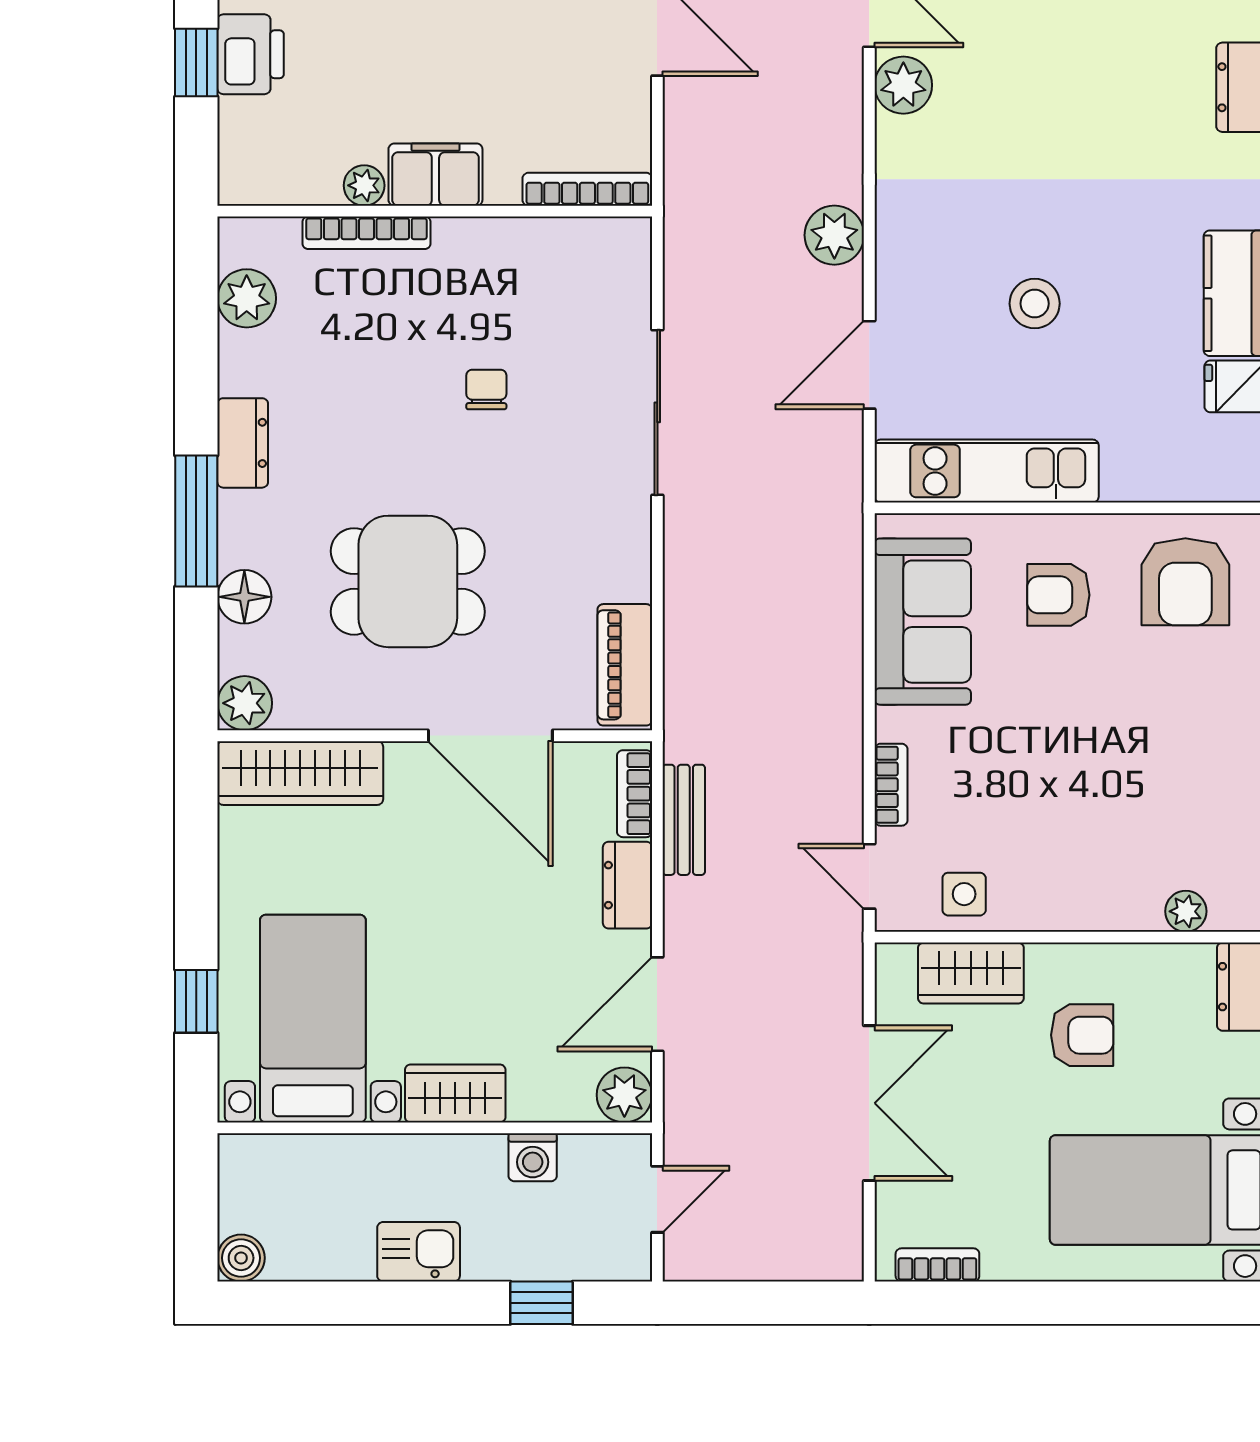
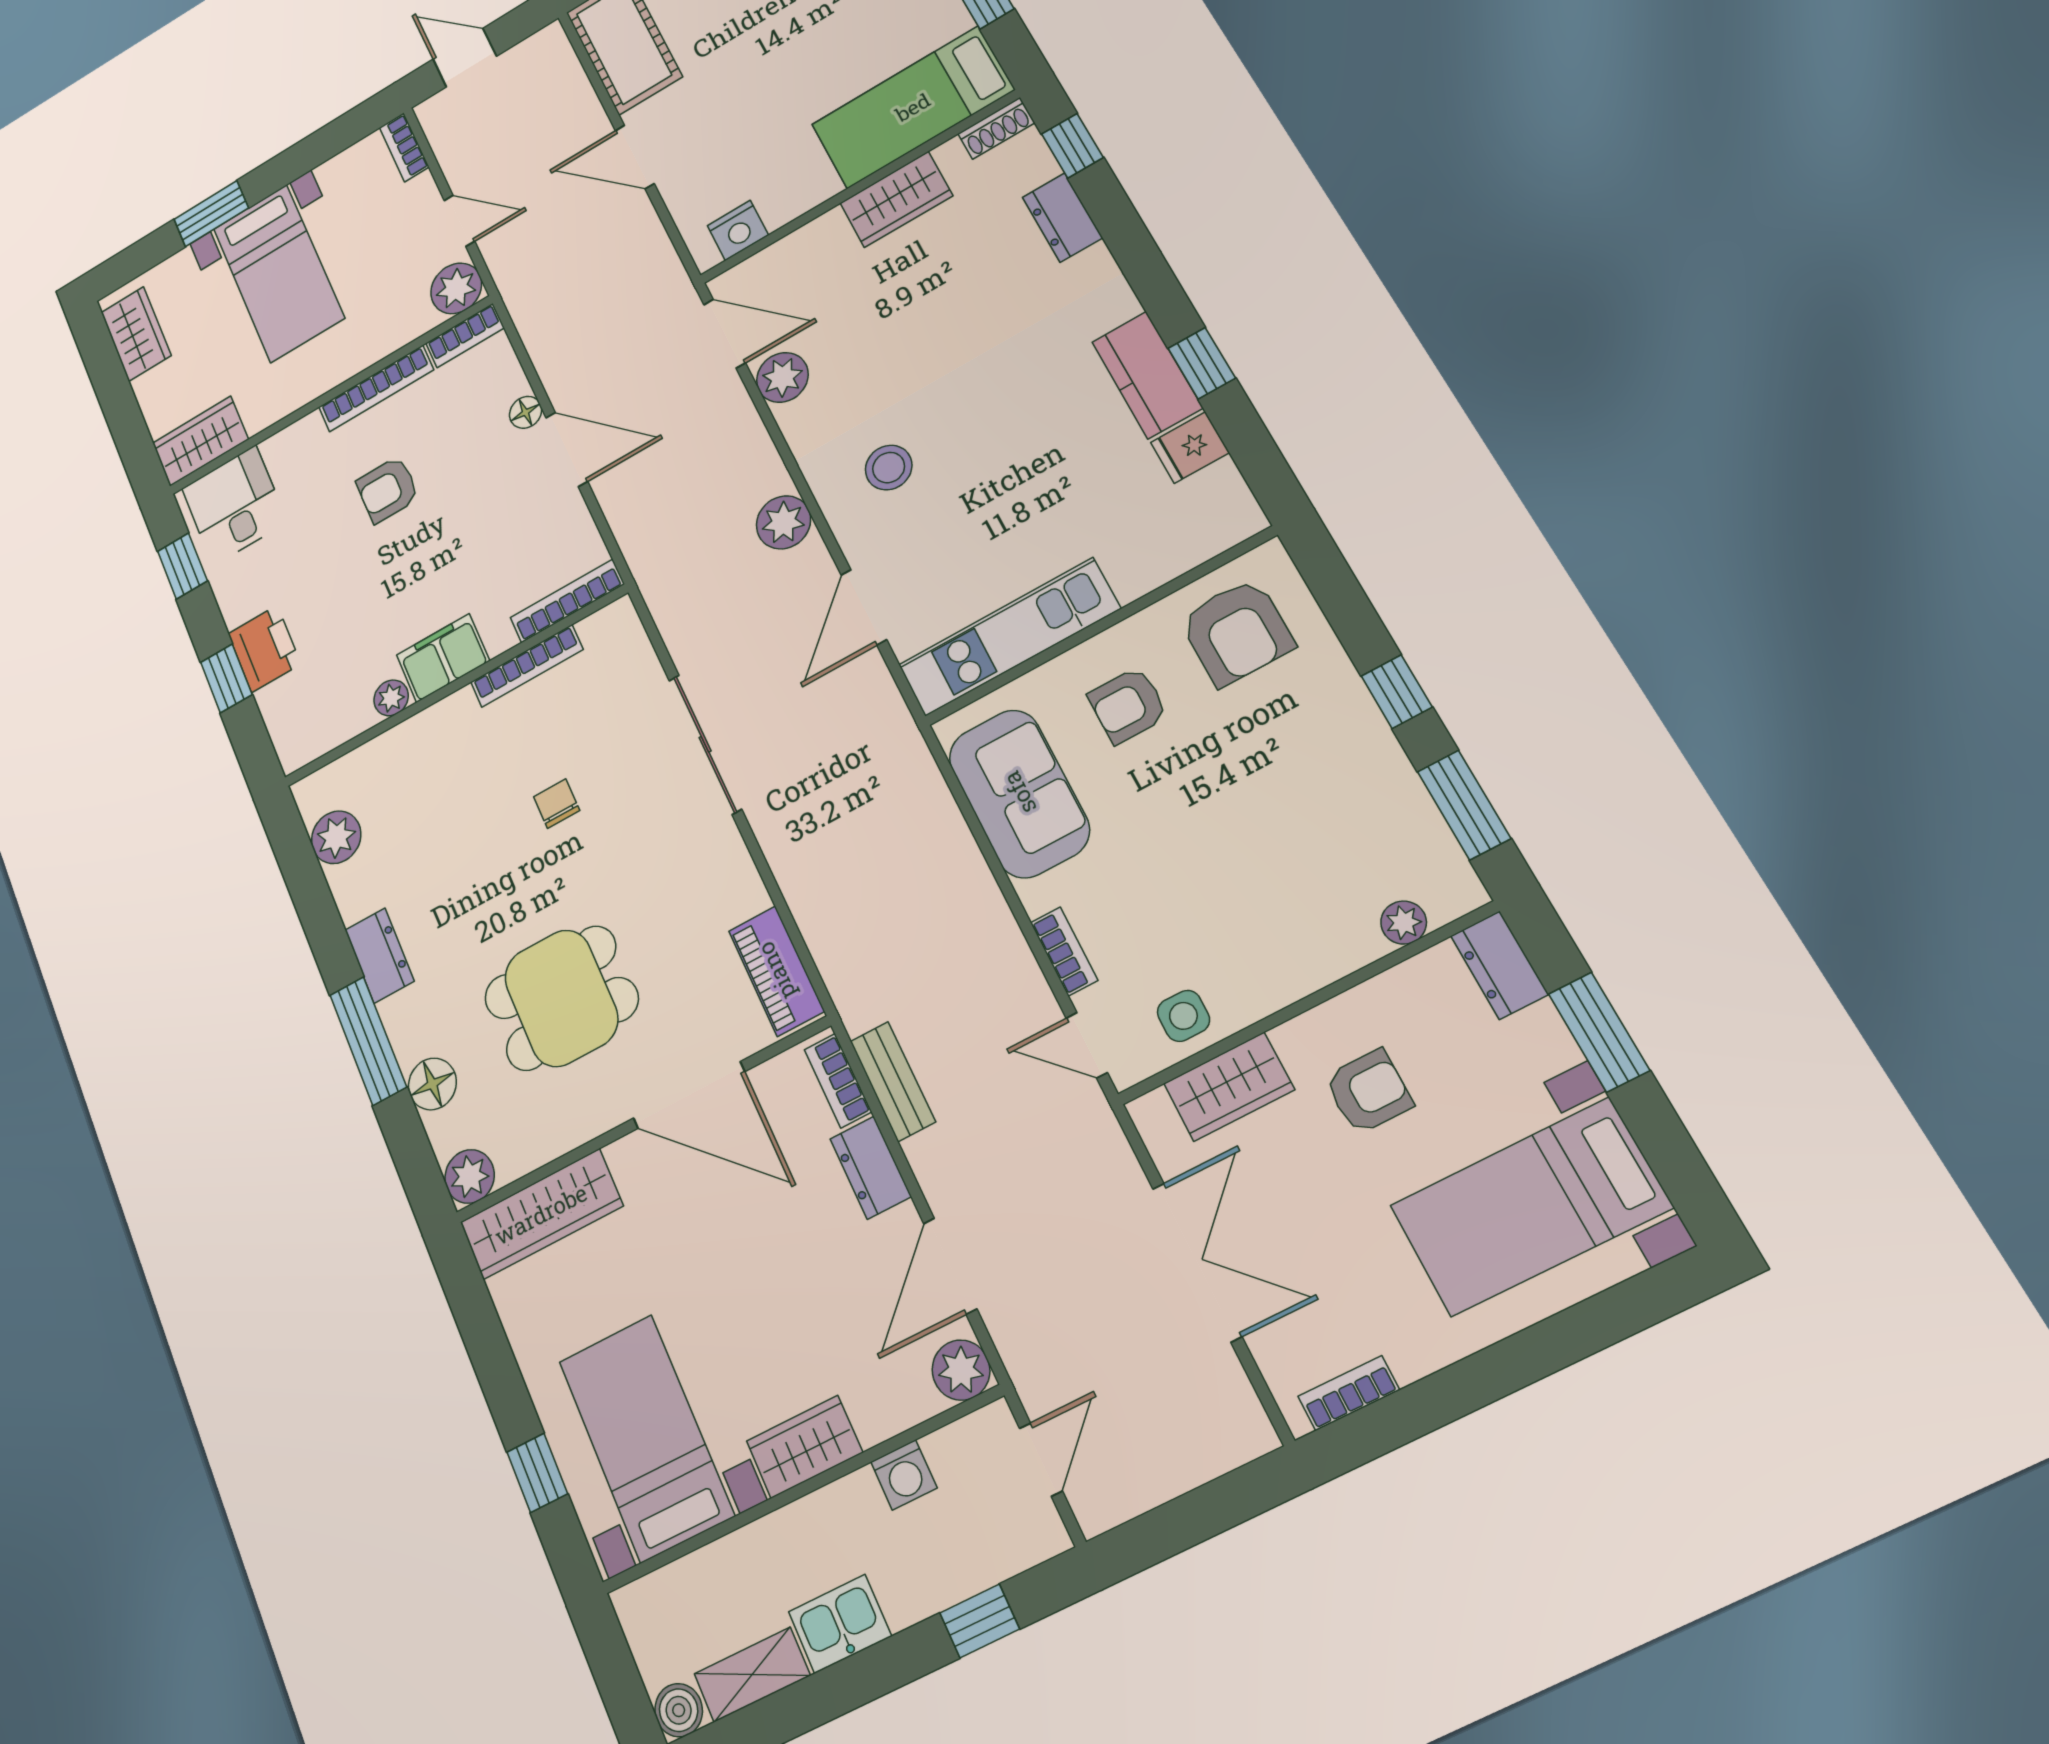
bookcase: (366, 233) -> (527, 666), moved
stool: (1035, 304) -> (889, 468), moved
shelving: (321, 1258) -> (752, 1675), added

